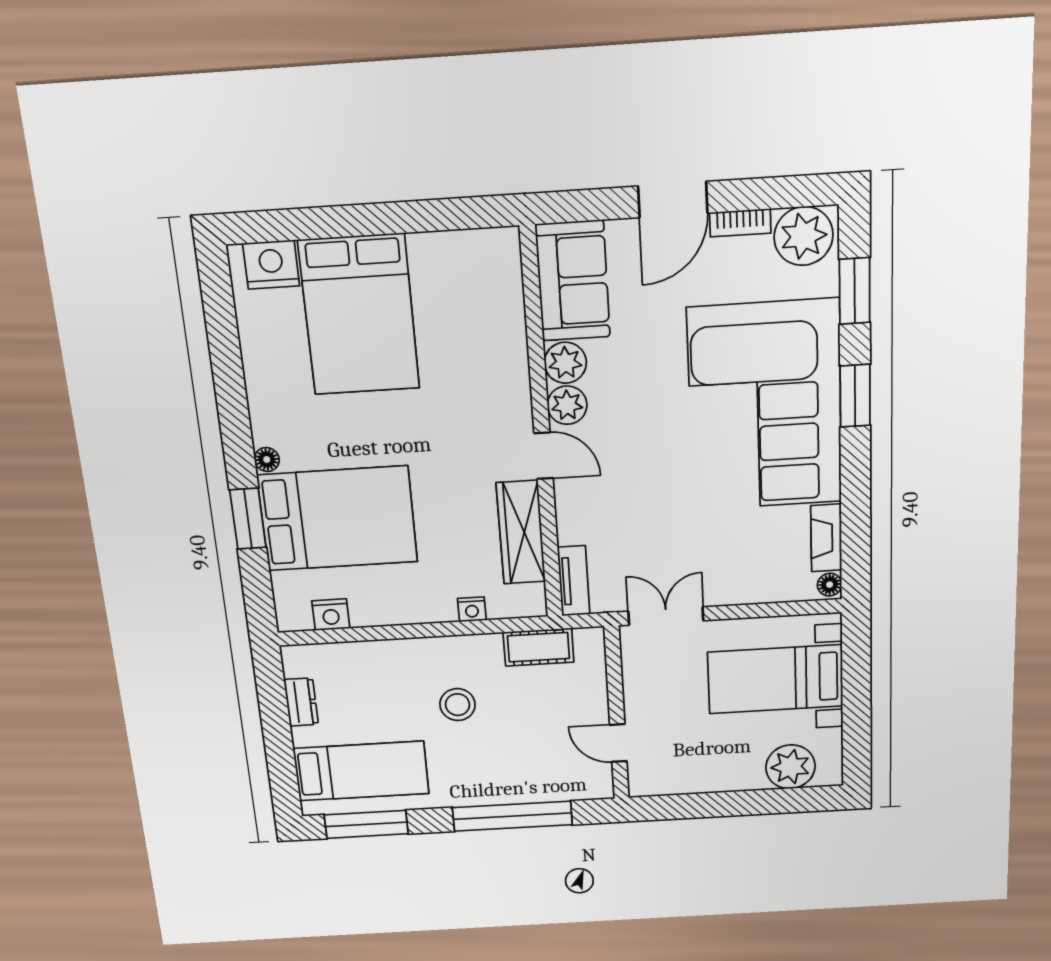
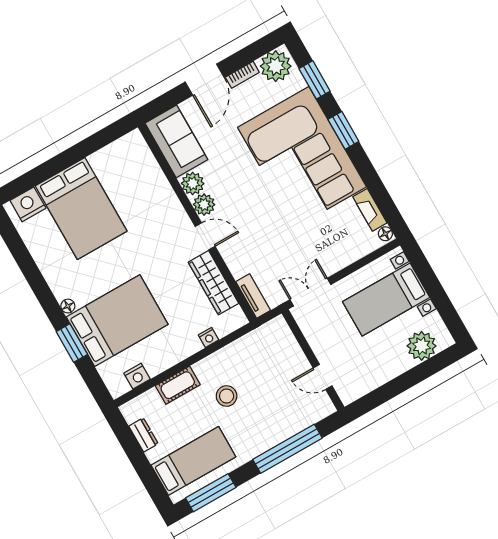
cot: (538, 647) -> (178, 385), moved

